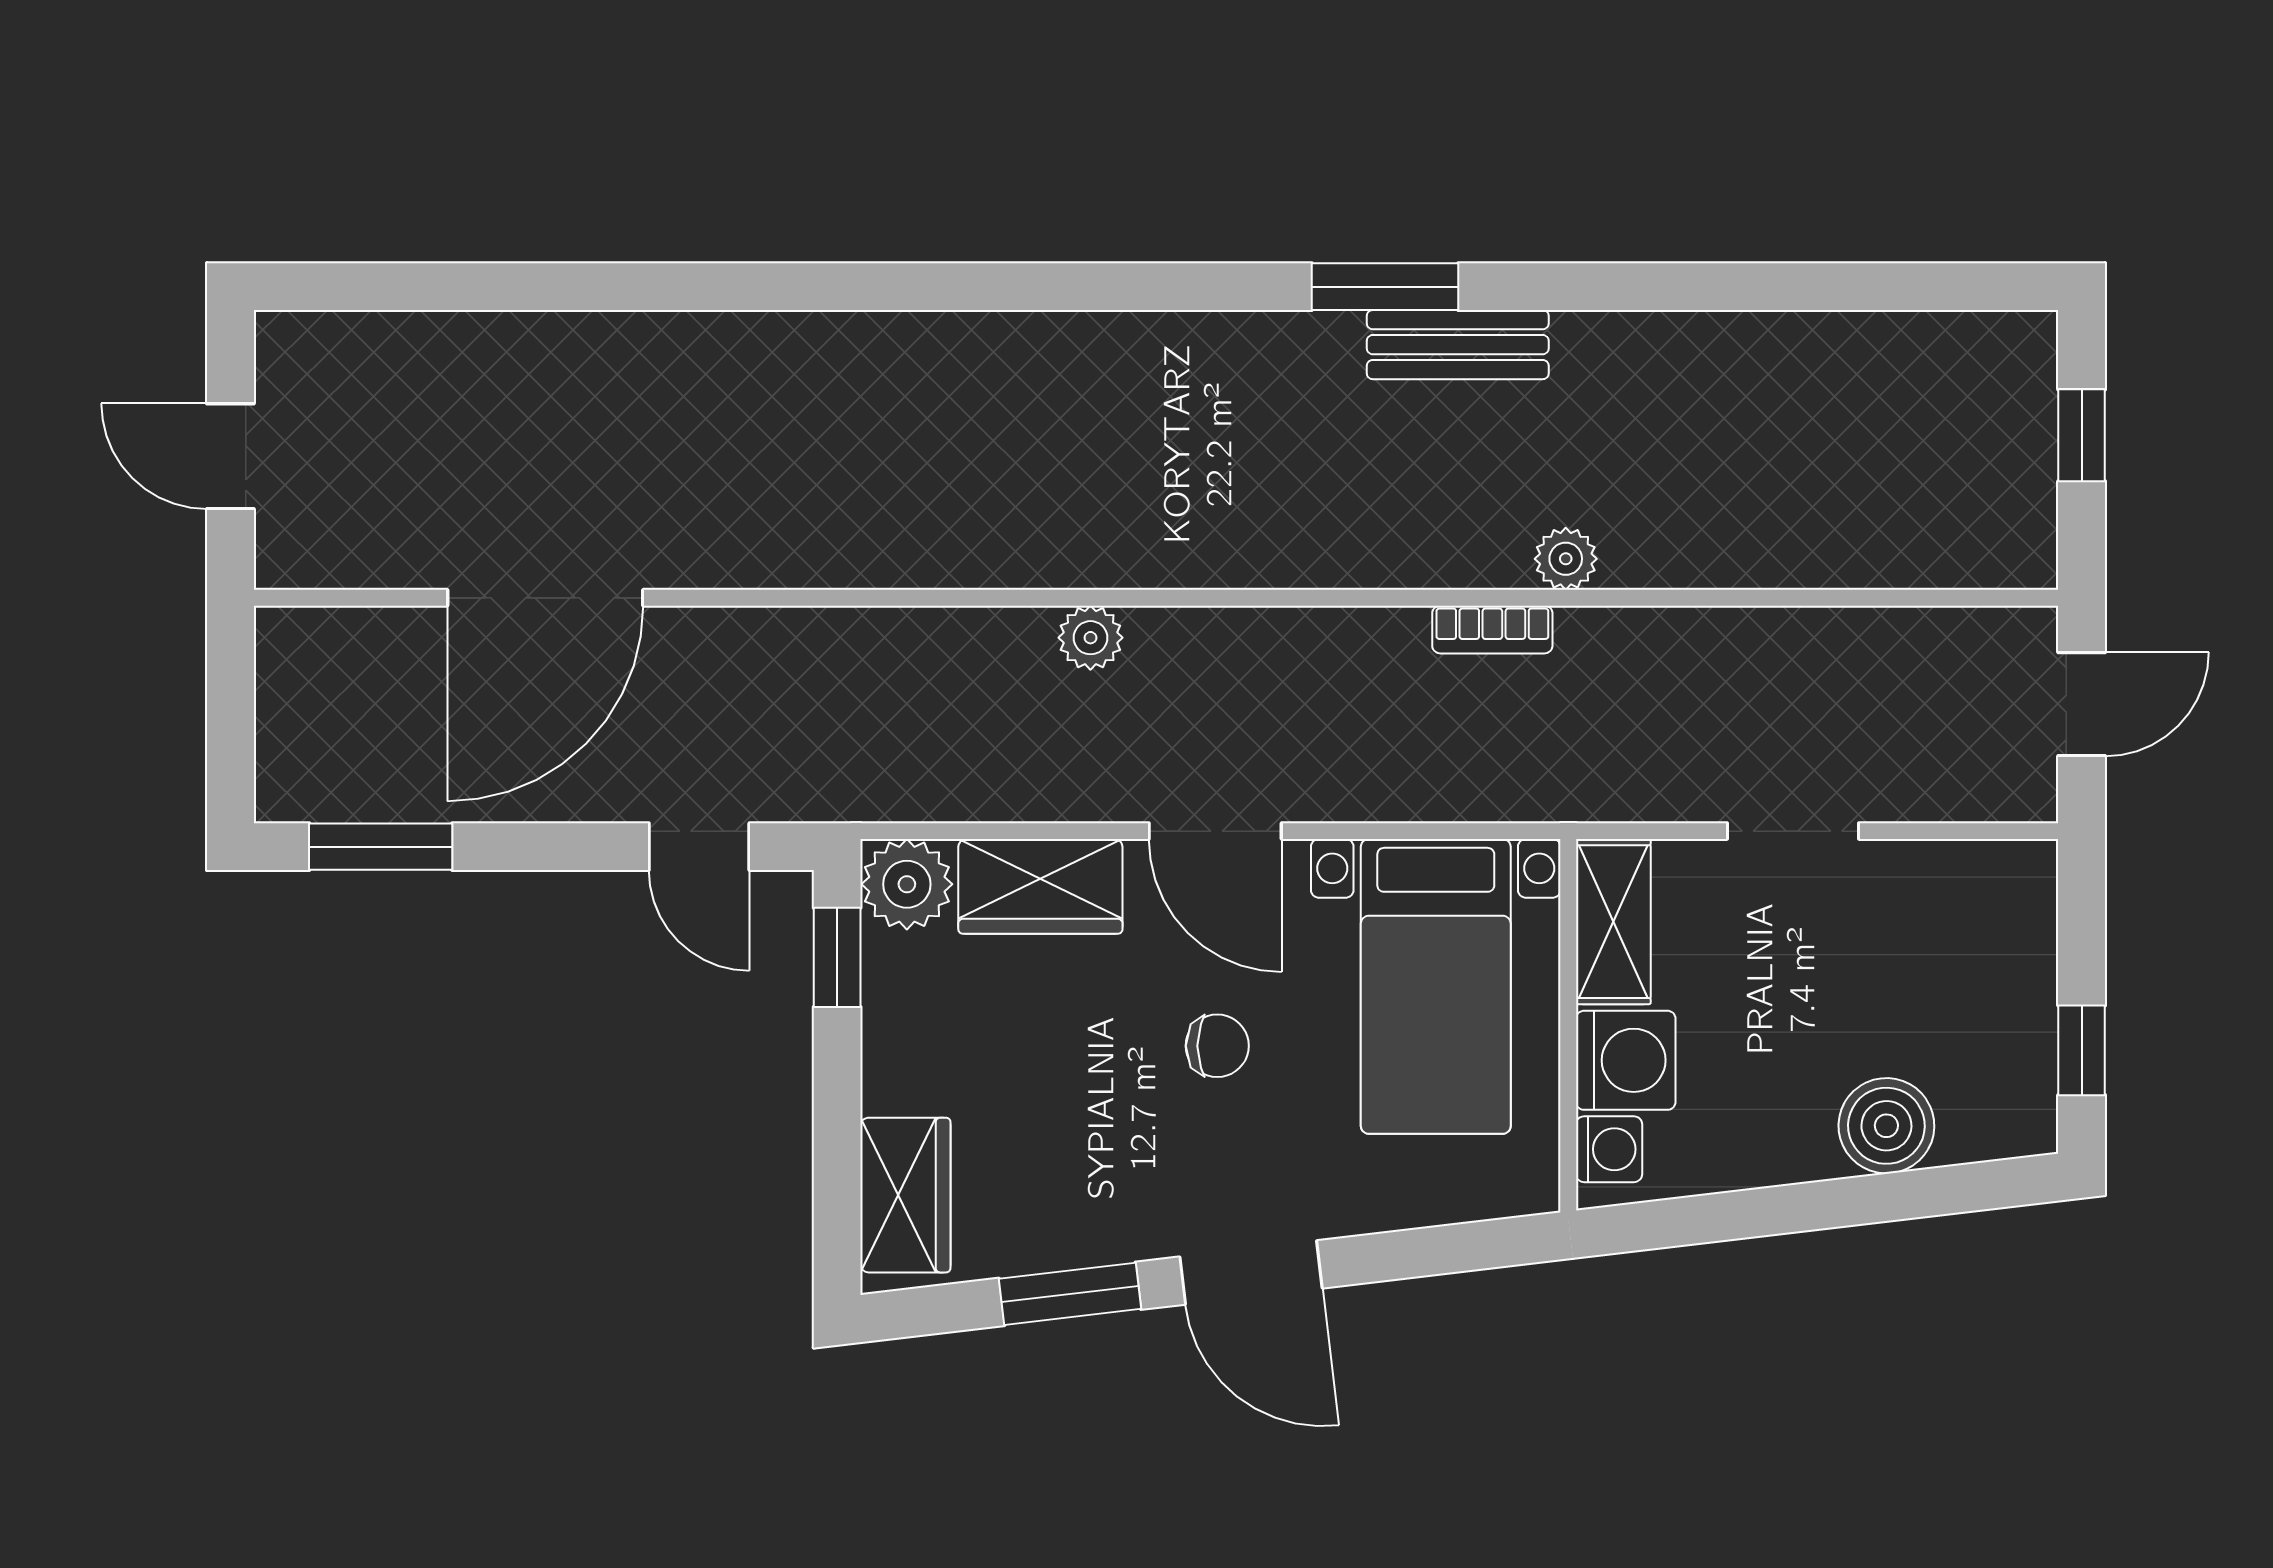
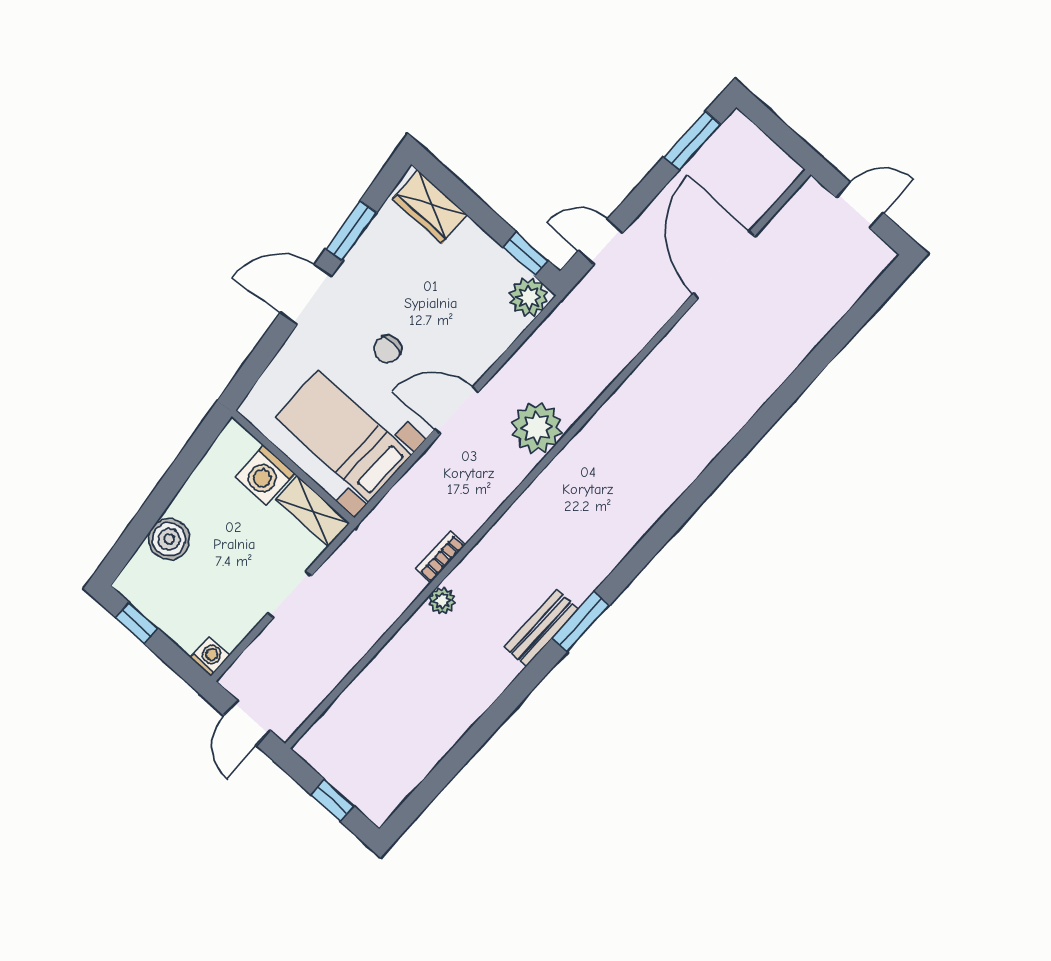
plant: (1090, 638) -> (537, 427), width x1.88, depth x1.88
wardrobe: (1040, 886) -> (489, 339), removed
washing machine: (1609, 1149) -> (210, 657), moved, turned 180

